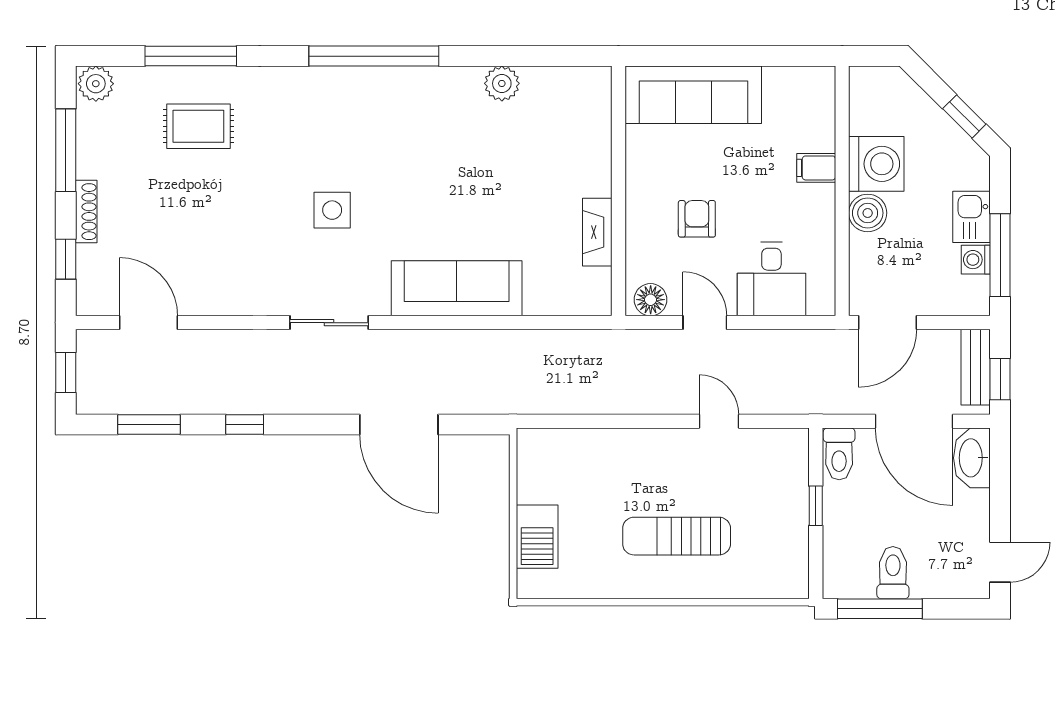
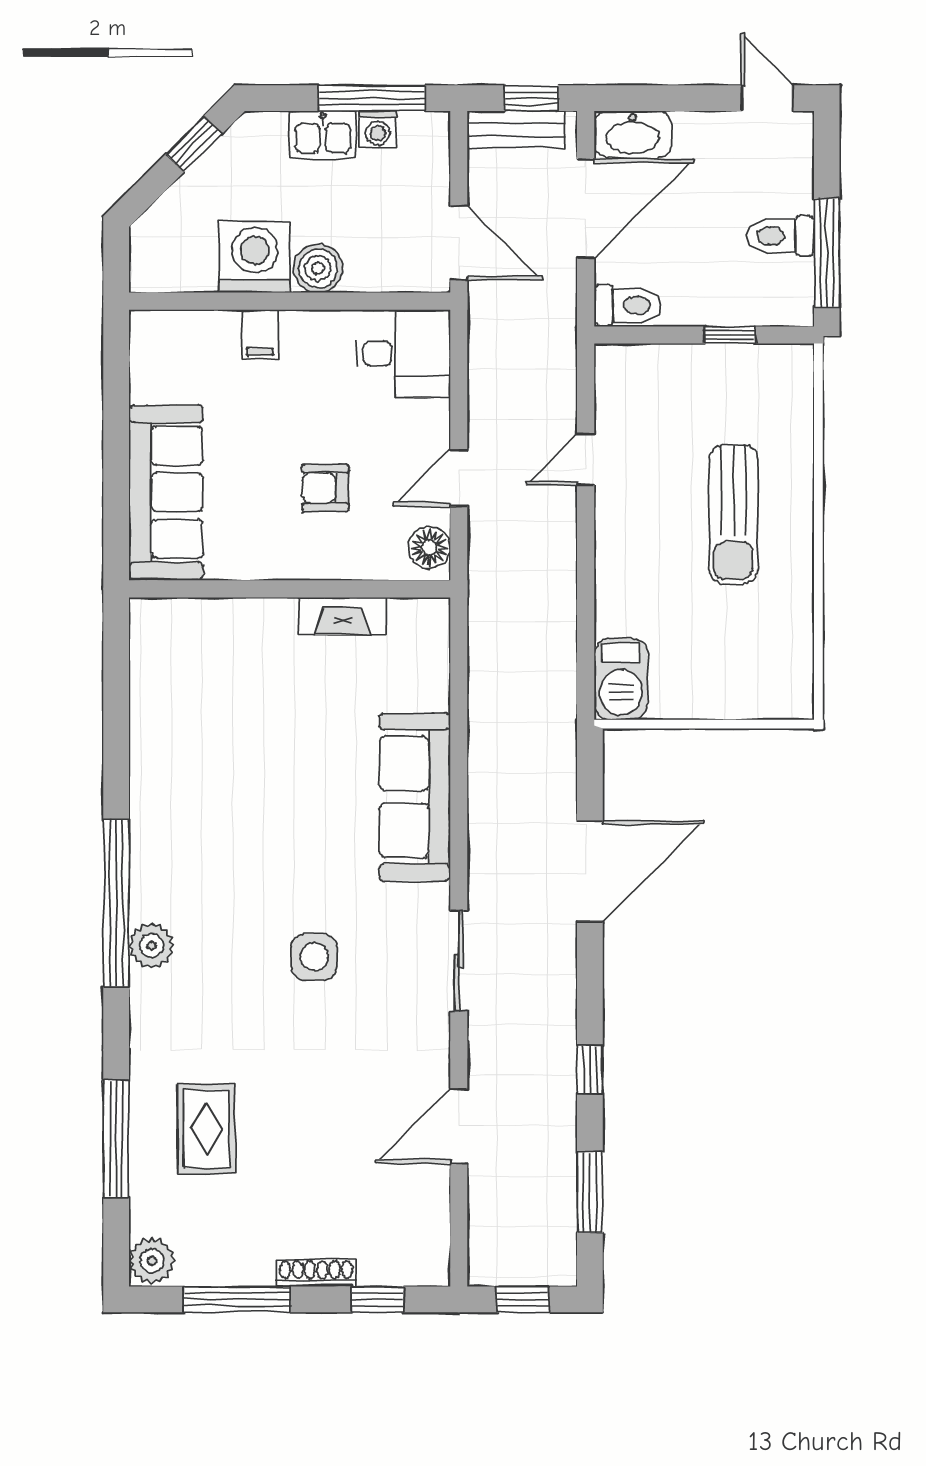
plant: (502, 83) -> (151, 945), moved
desk: (771, 279) -> (403, 354), moved
door: (149, 323) -> (459, 1126), moved
window: (816, 506) -> (730, 335), moved
barbecue: (537, 537) -> (621, 679), moved, turned 90

